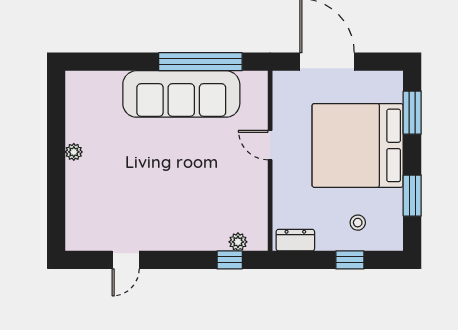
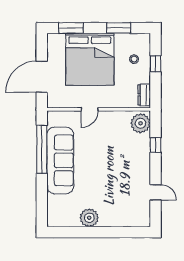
plant: (74, 152) -> (89, 218), width x1.88, depth x1.88
plant: (238, 242) -> (141, 123), width x1.87, depth x1.87
window: (230, 260) -> (156, 145), moved

